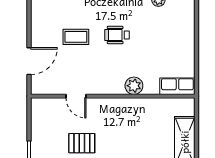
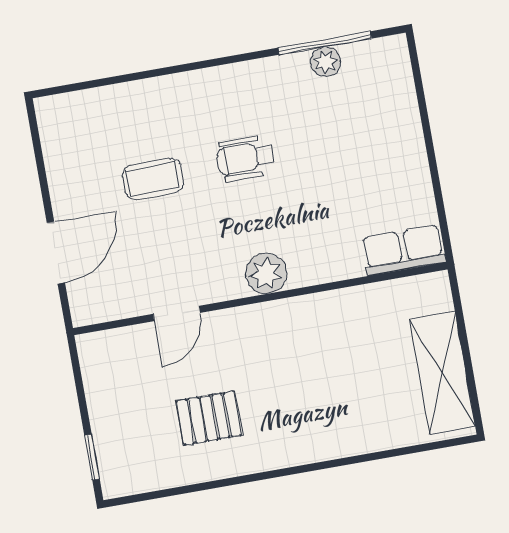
plant: (134, 86) -> (266, 273), moved
door: (76, 96) -> (177, 313), hinge flipped

